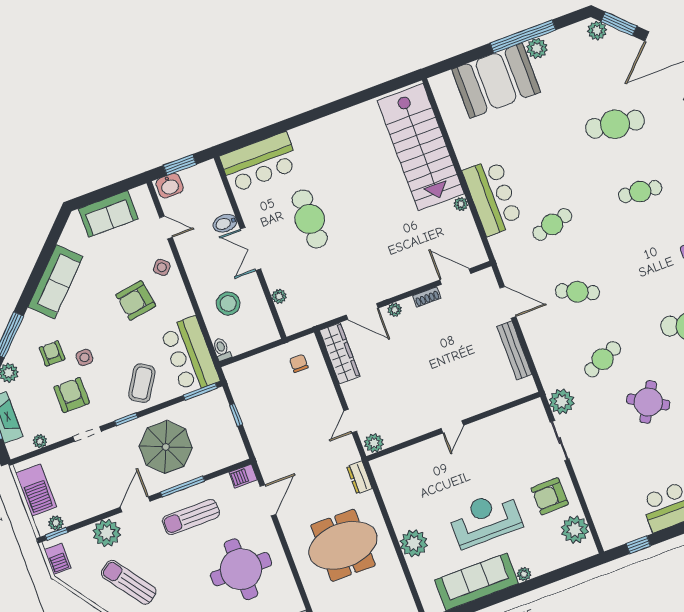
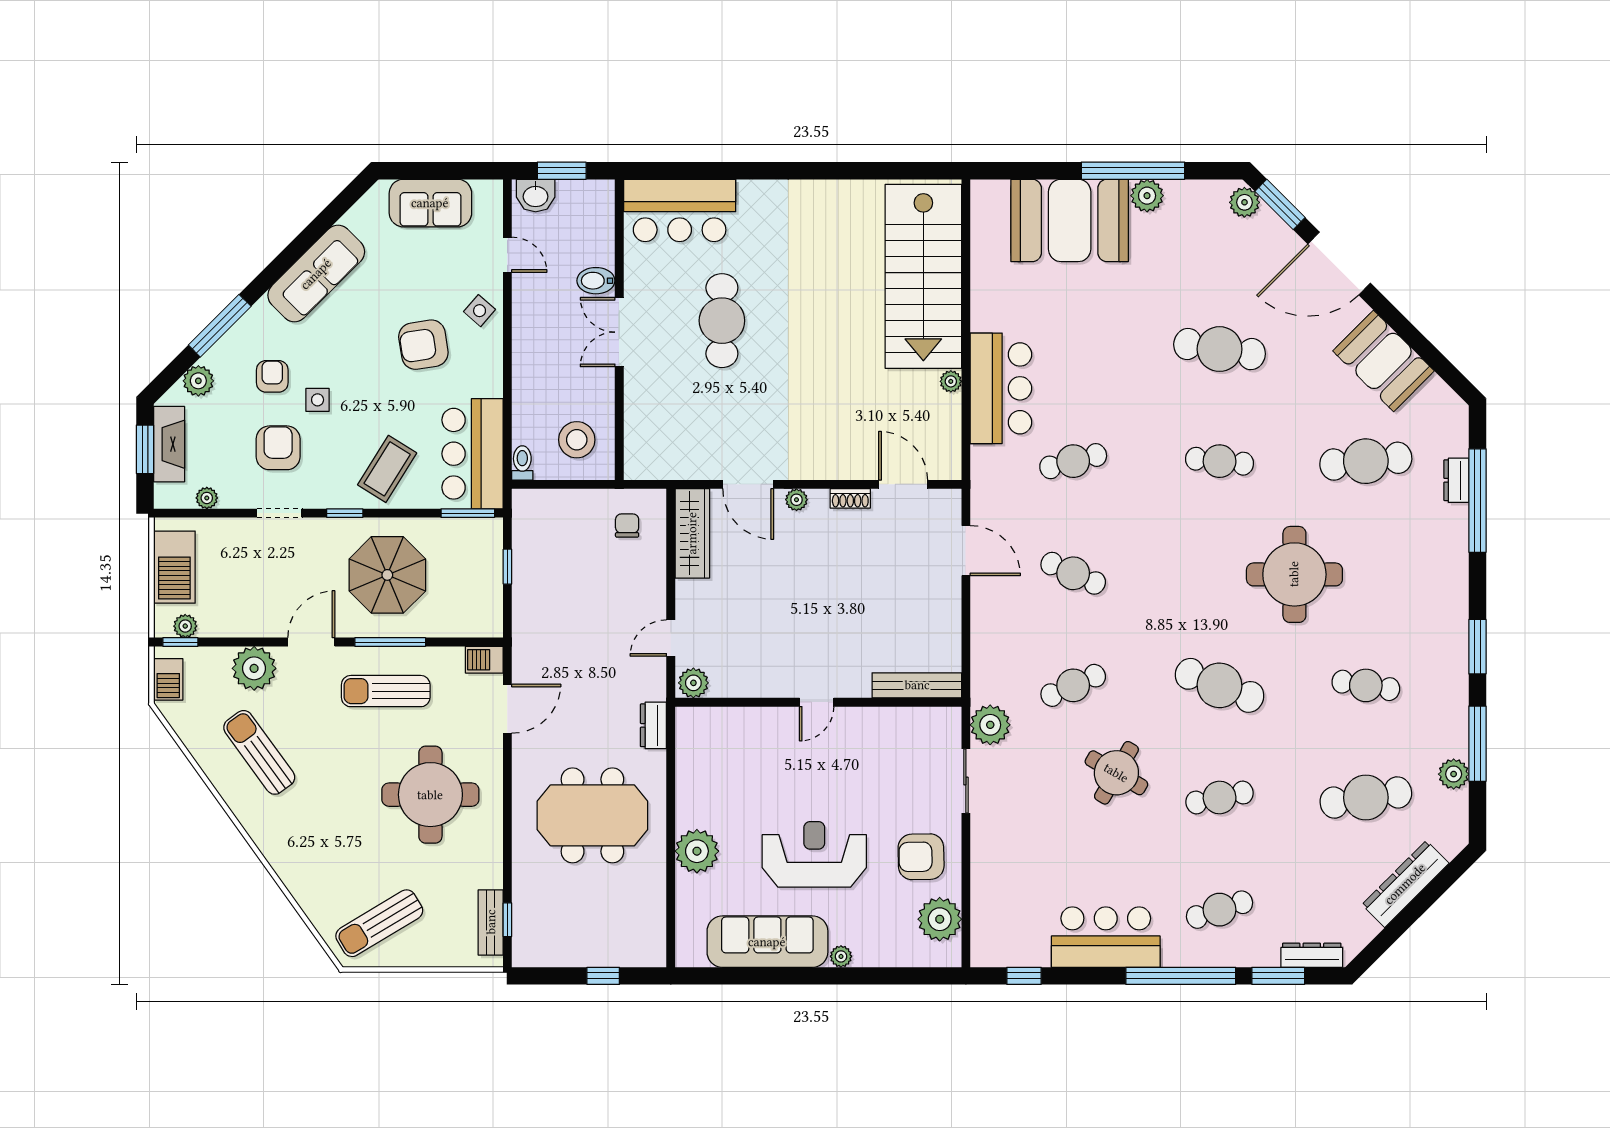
plant: (279, 296) -> (635, 417), removed
stool: (228, 304) -> (577, 440), moved
bench: (514, 350) -> (917, 685), moved, turned 90

